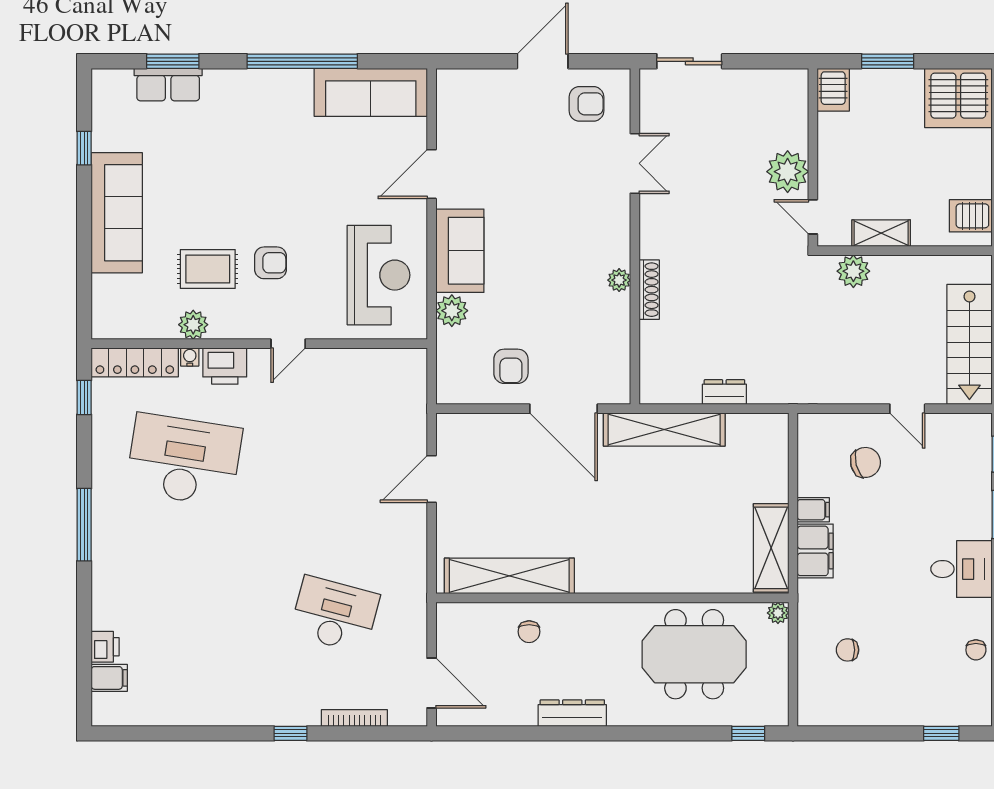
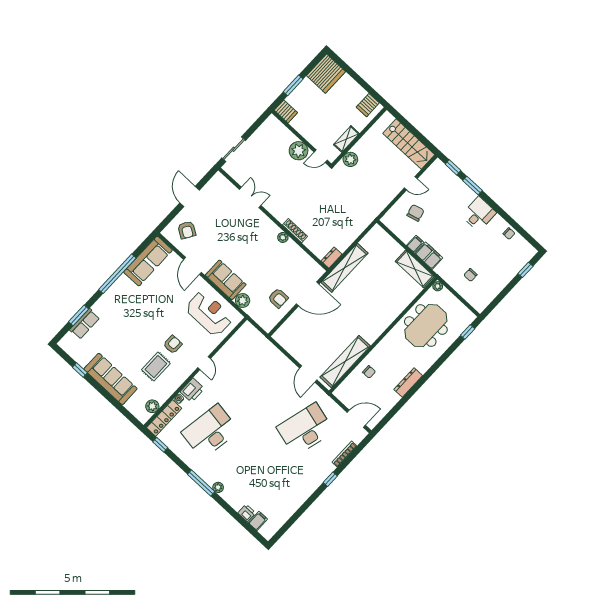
armchair: (586, 104) -> (187, 230), moved, turned 122
plant: (193, 325) -> (152, 406), moved
dresser: (724, 392) -> (332, 258), moved
door: (432, 479) -> (308, 374), moved
plant: (103, 560) -> (218, 487), added
desk: (335, 614) -> (305, 429), width x1.36, depth x1.30

